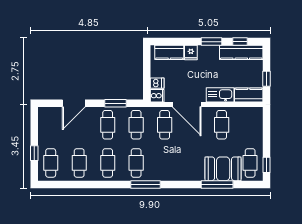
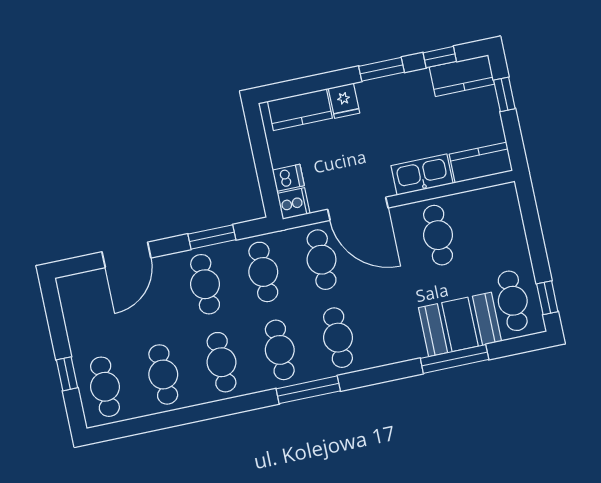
kitchen counter: (241, 52) -> (462, 76), width x0.67
window: (267, 79) -> (504, 94), moved
cafe table: (165, 163) -> (338, 338), added

